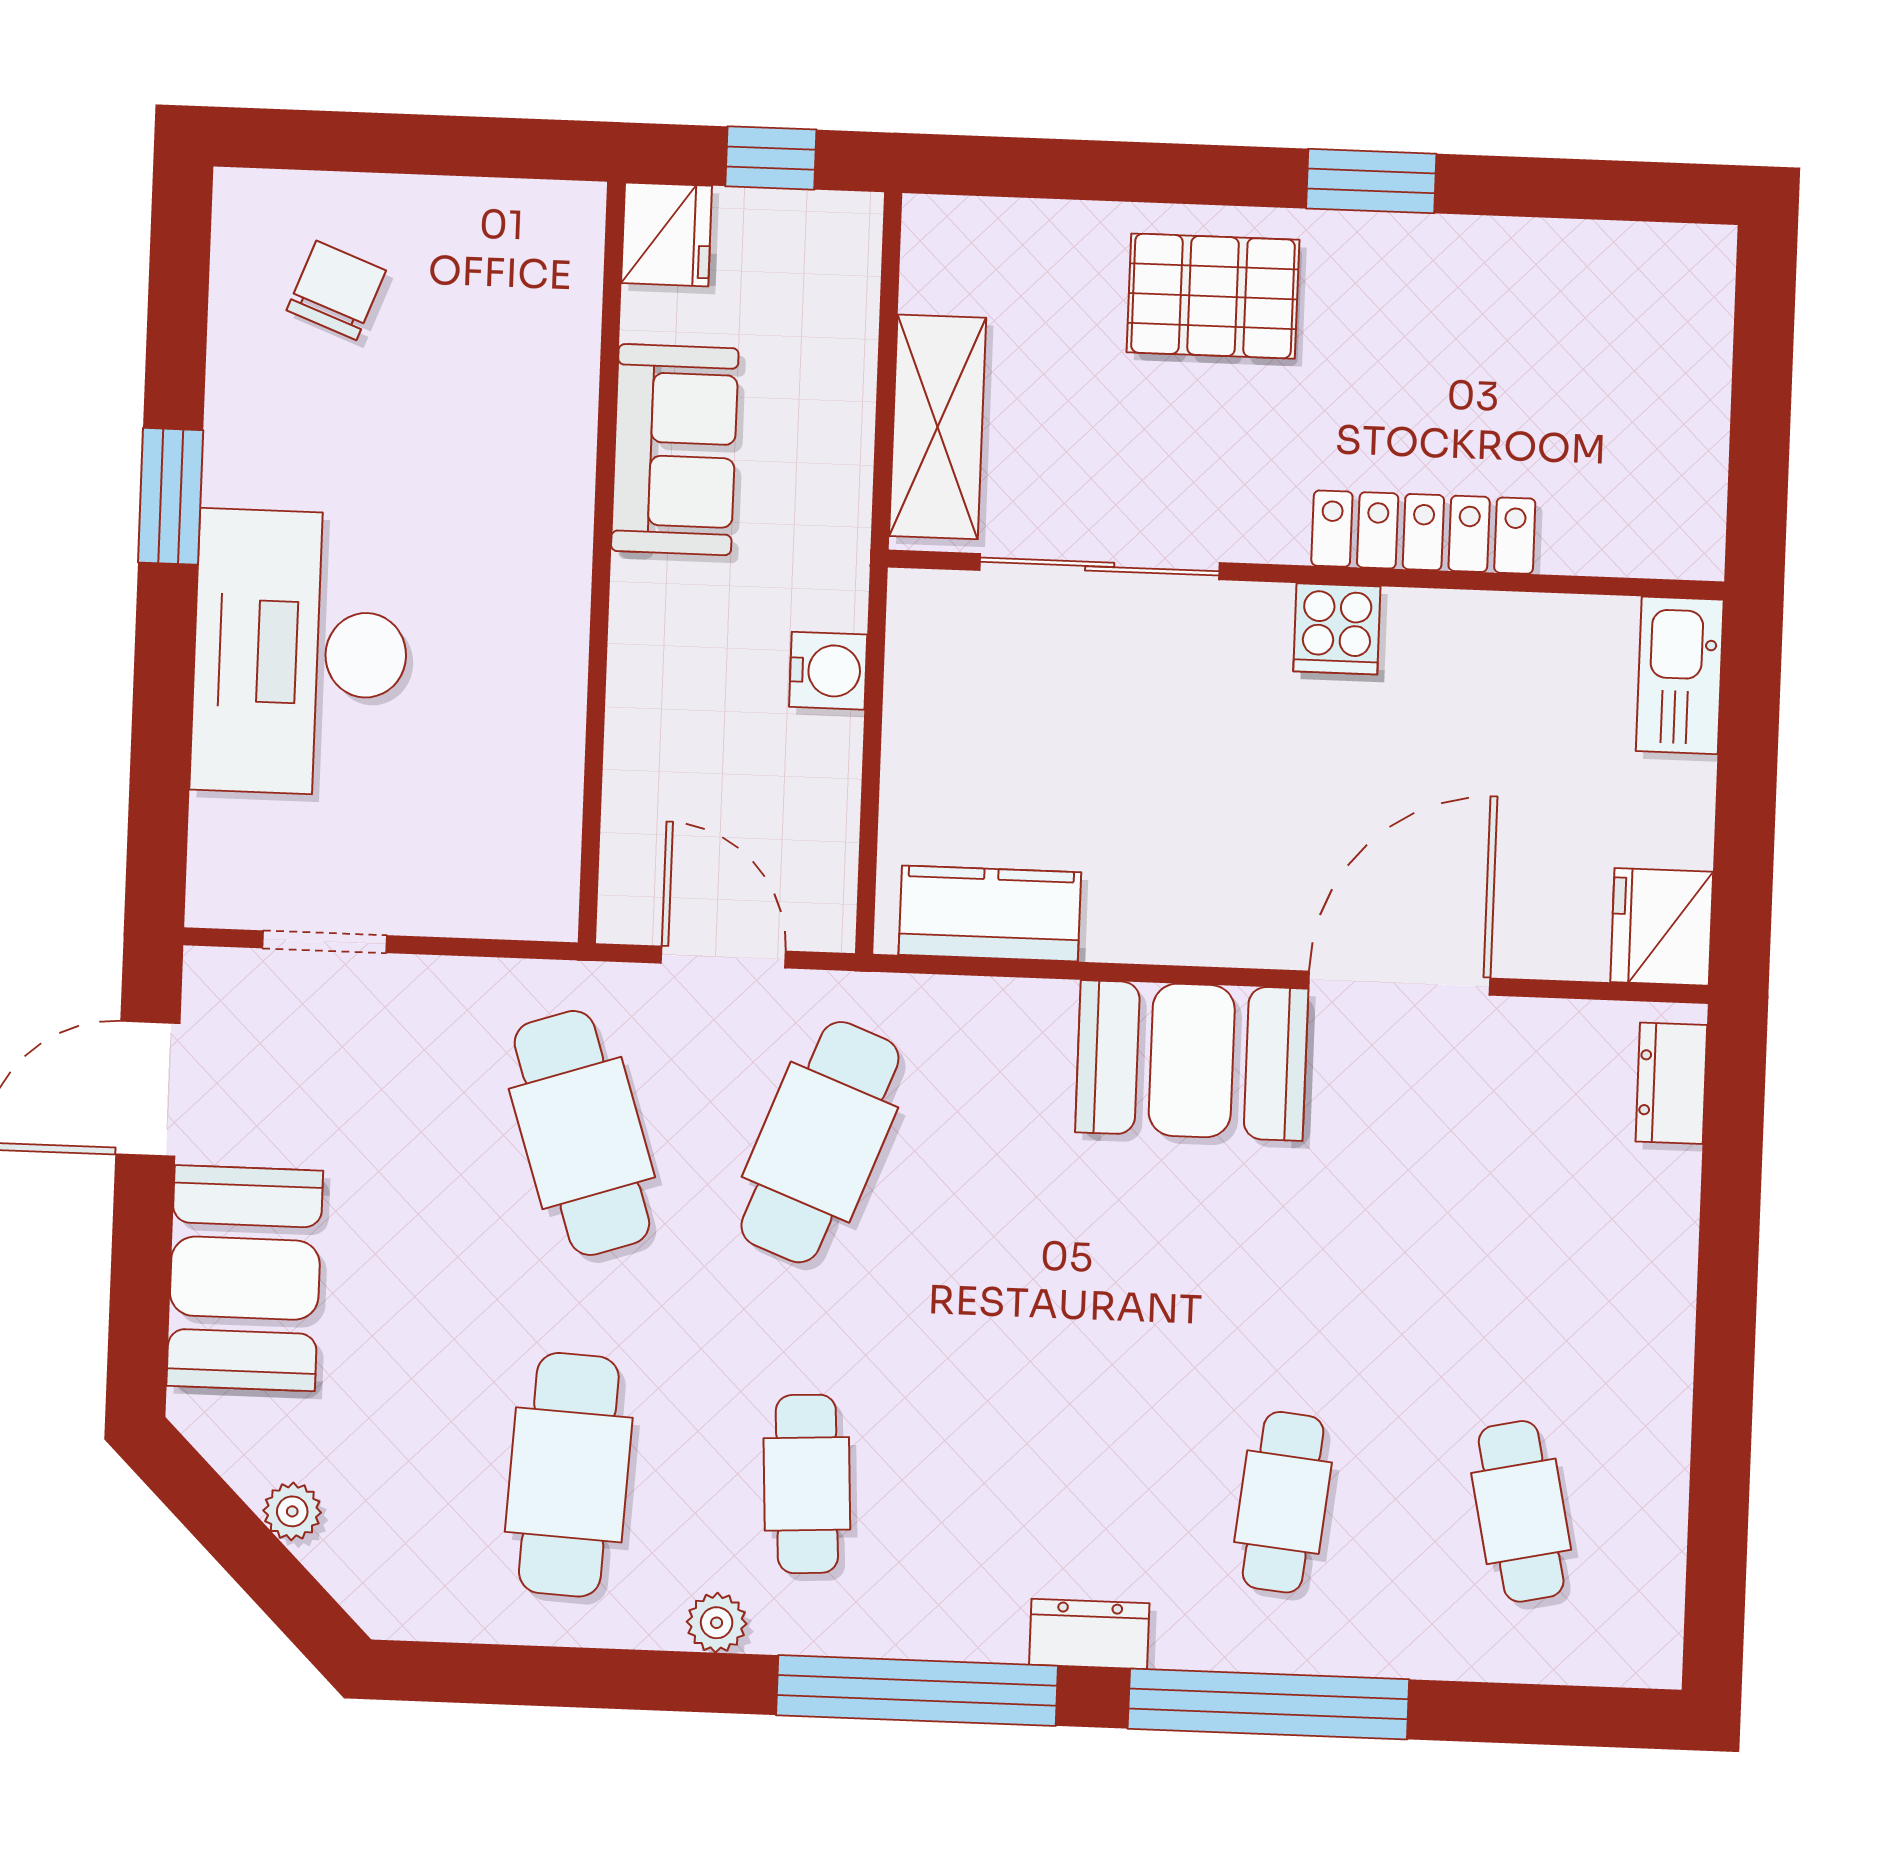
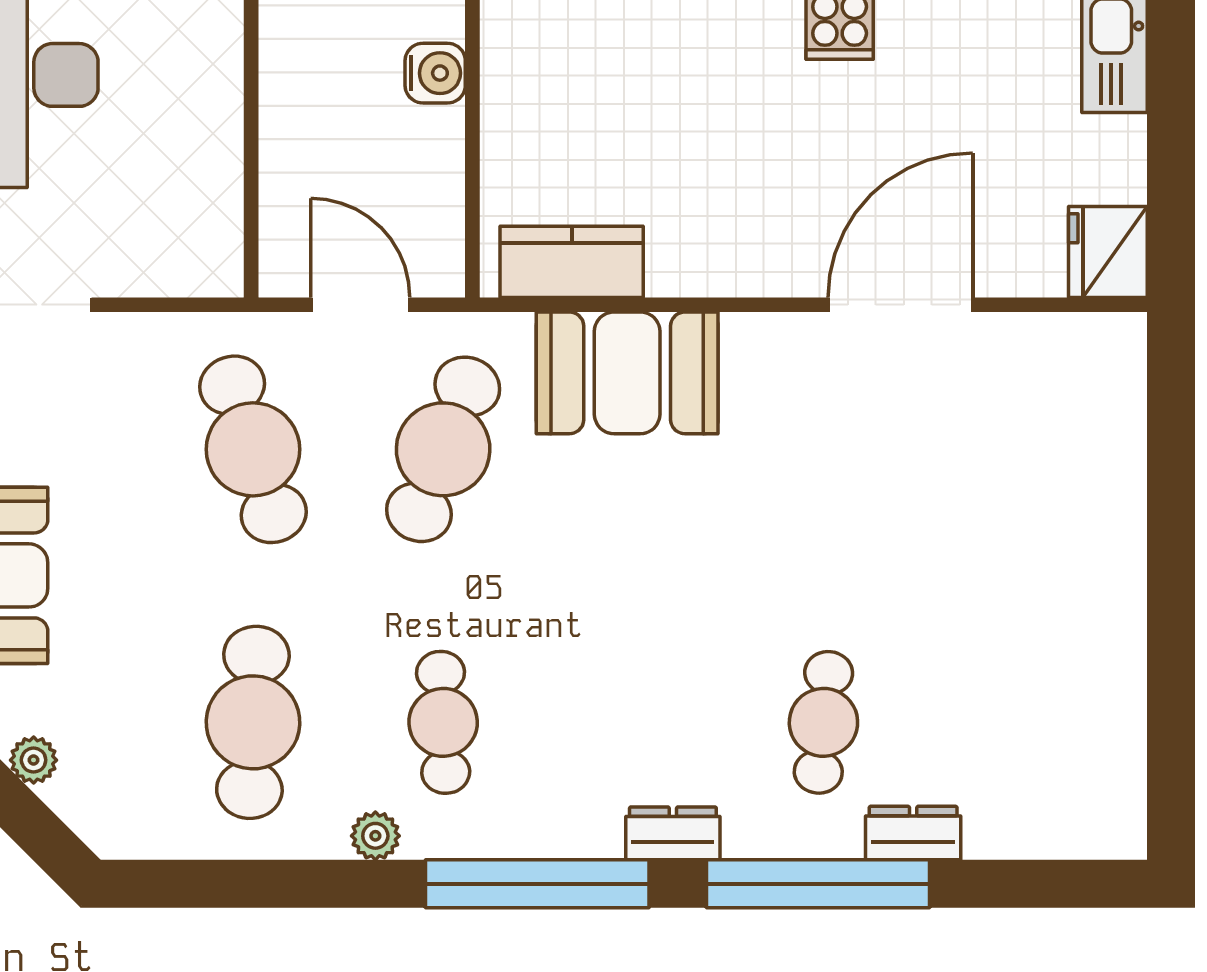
booth: (1192, 1060) -> (627, 373), moved
dresser: (1671, 1083) -> (913, 833), moved, turned 90
cafe table: (1521, 1511) -> (1014, 722), removed

